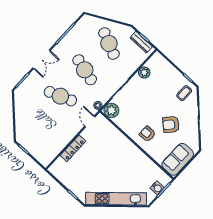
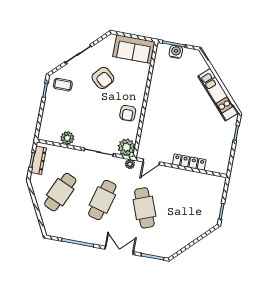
armchair: (147, 134) -> (128, 113), moved
kitchen unit: (116, 199) -> (218, 95), width x0.73

